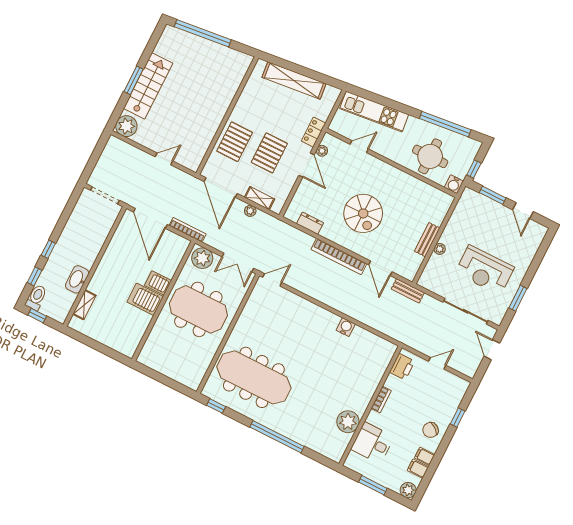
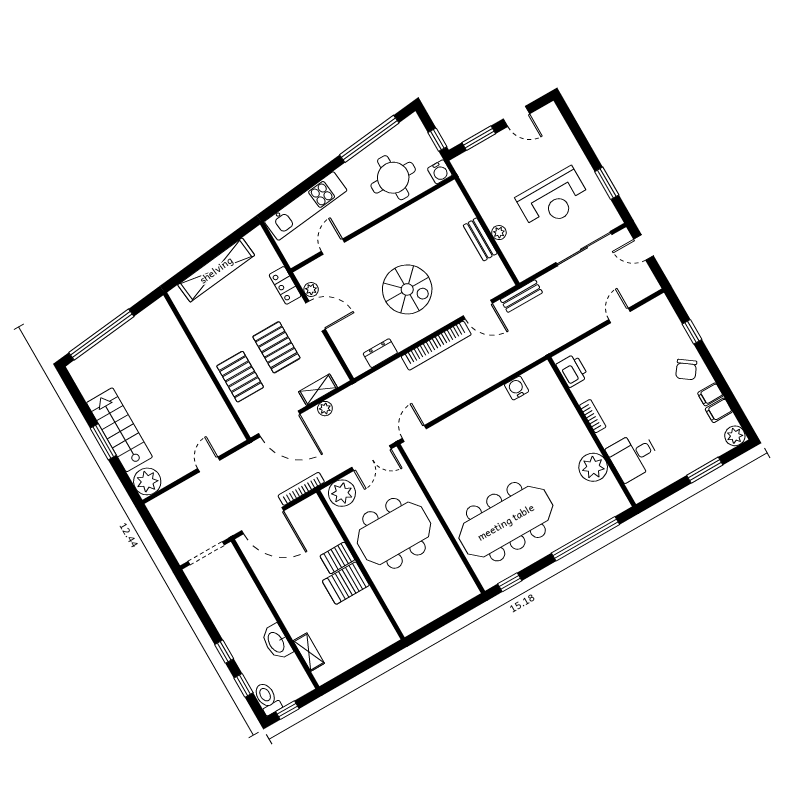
printer: (402, 367) -> (572, 371), moved
bookcase: (381, 400) -> (593, 416), moved
wall: (370, 406) -> (592, 432), moved
plant: (348, 422) -> (593, 467), moved
desk: (372, 443) -> (633, 456), moved

